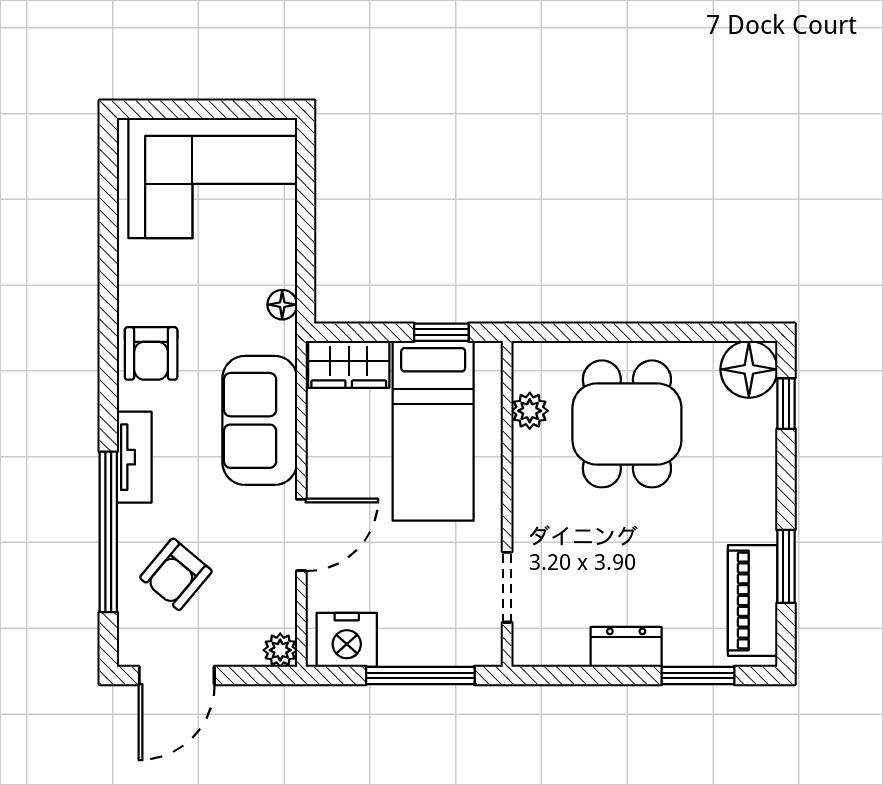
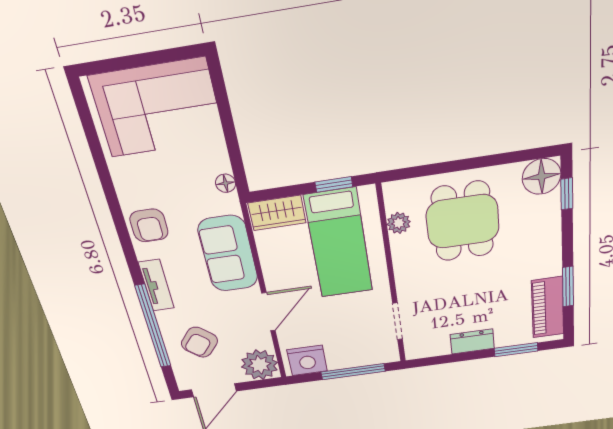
plant: (280, 650) -> (260, 365), width x1.87, depth x1.87

